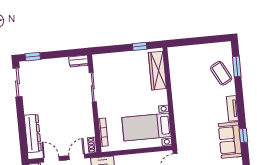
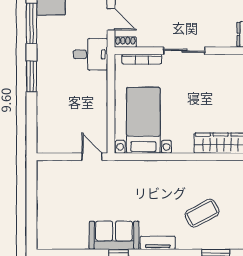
coffee table: (221, 73) -> (202, 213), moved
sliding door: (93, 87) -> (184, 51), moved

